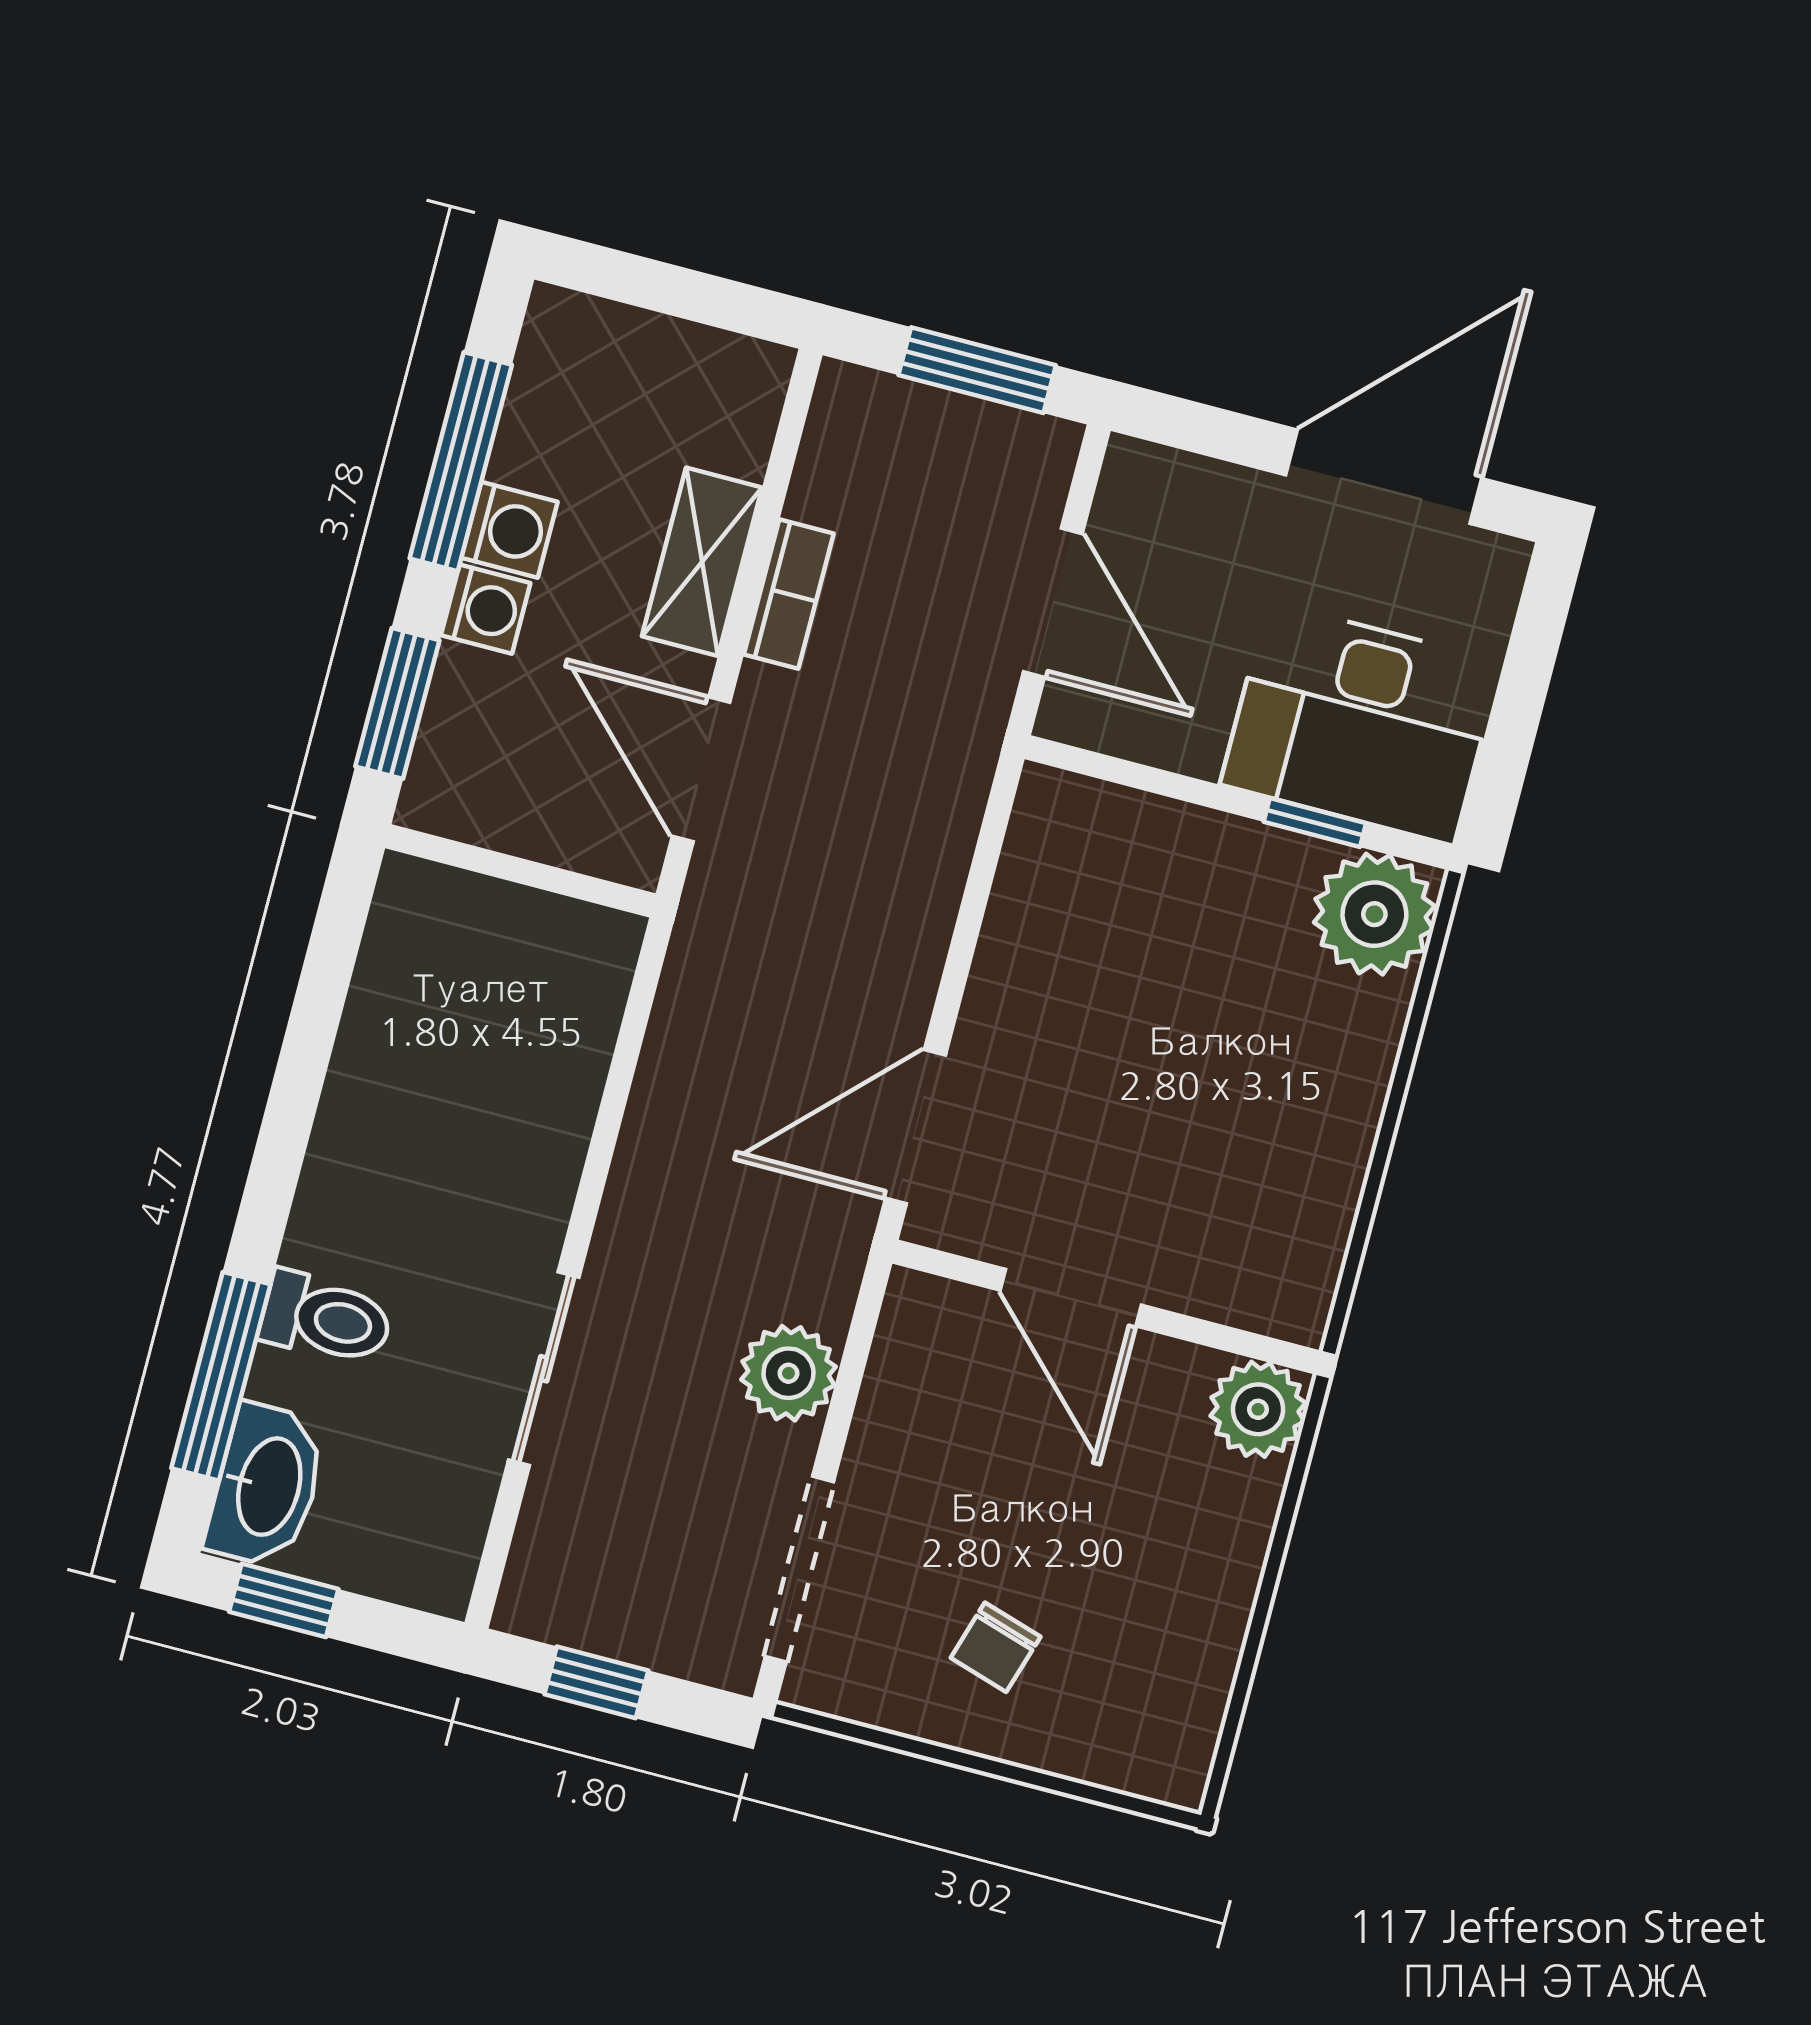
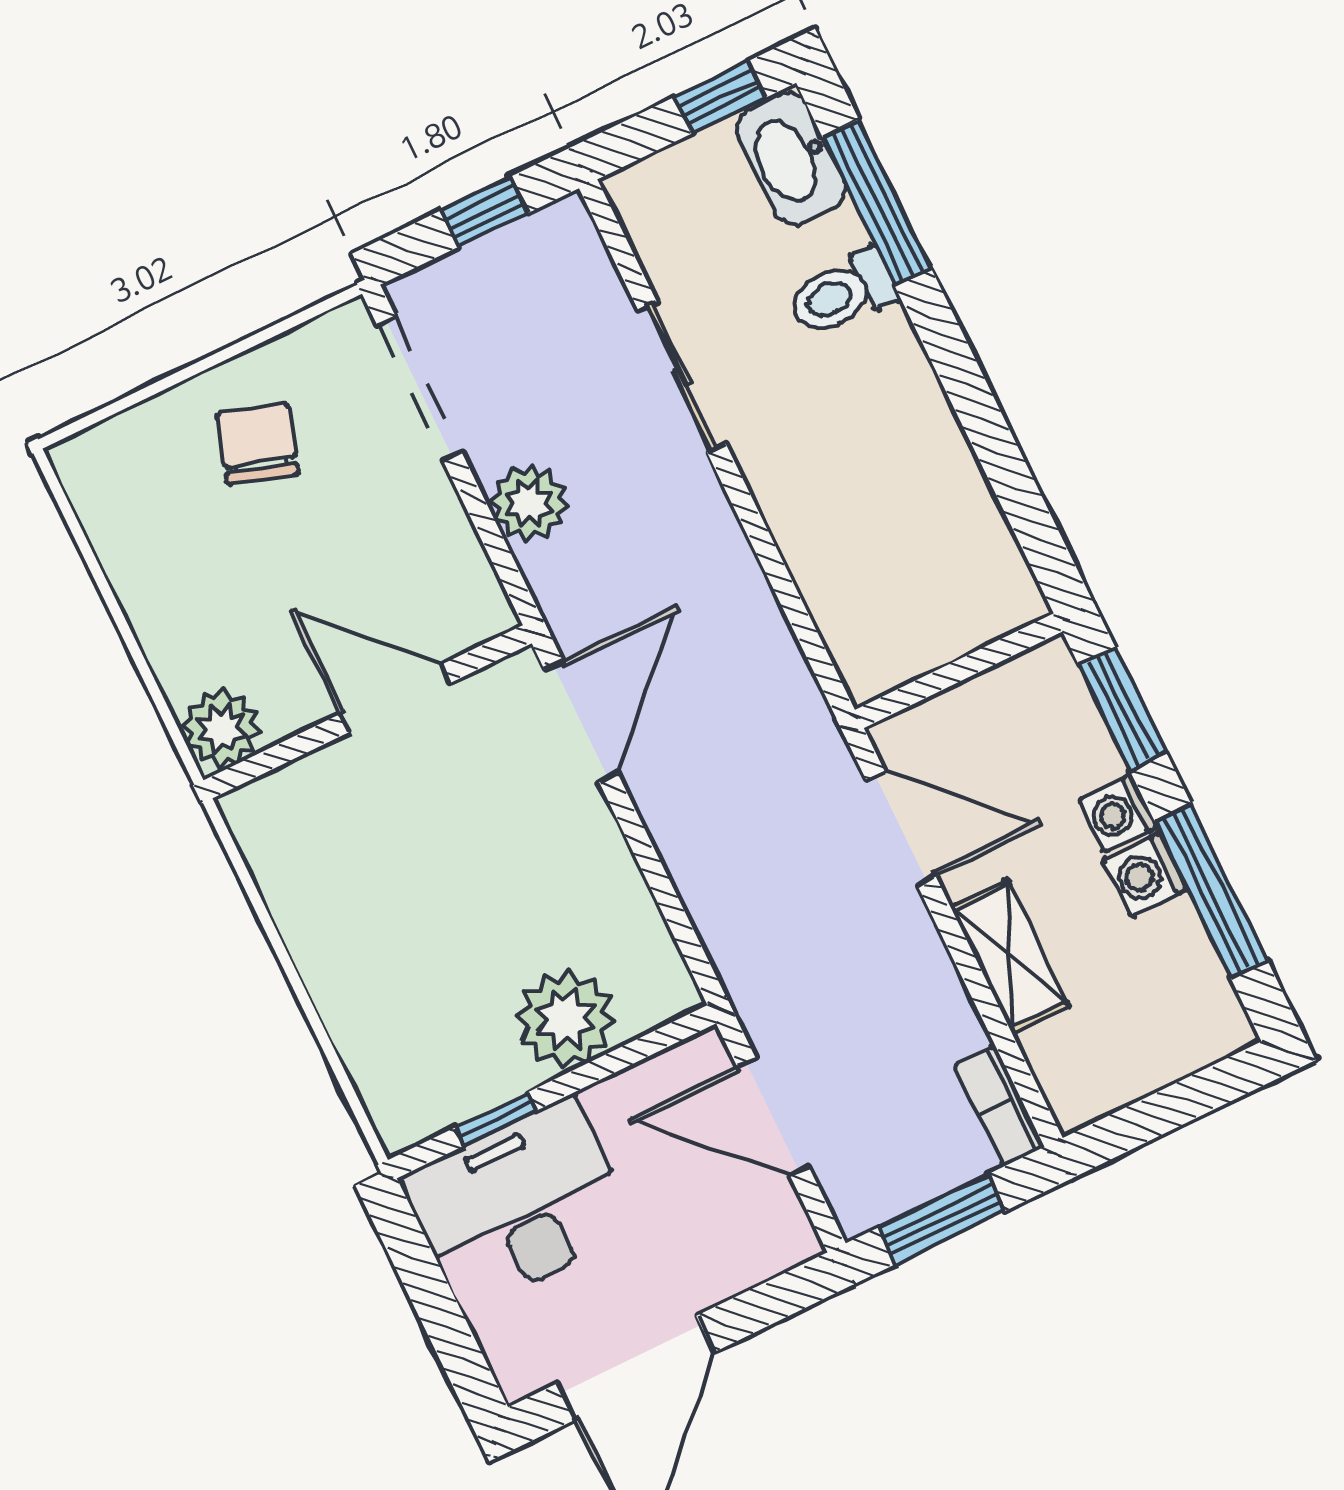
bookcase: (789, 594) -> (999, 1106), moved
plant: (1374, 914) -> (566, 1019), moved
chair: (996, 1647) -> (257, 444), width x1.37, depth x1.37

